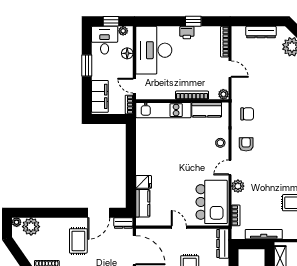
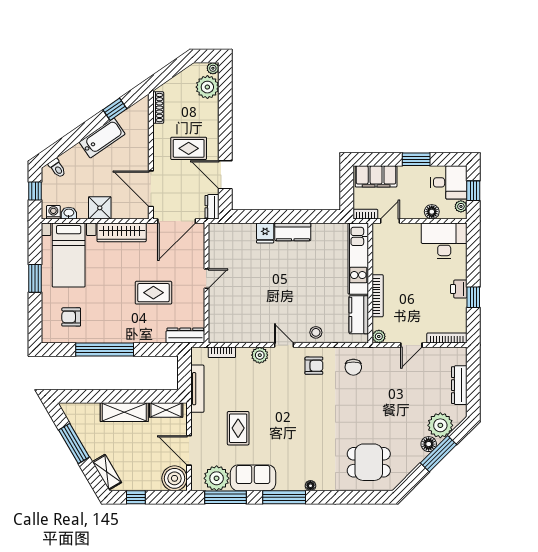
desk: (154, 50) -> (444, 241), width x0.73, depth x0.77
kitchen island: (212, 202) -> (239, 321), removed
kitchen counter: (143, 203) -> (293, 232), moved

